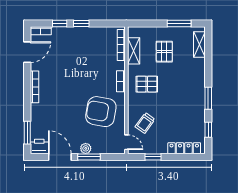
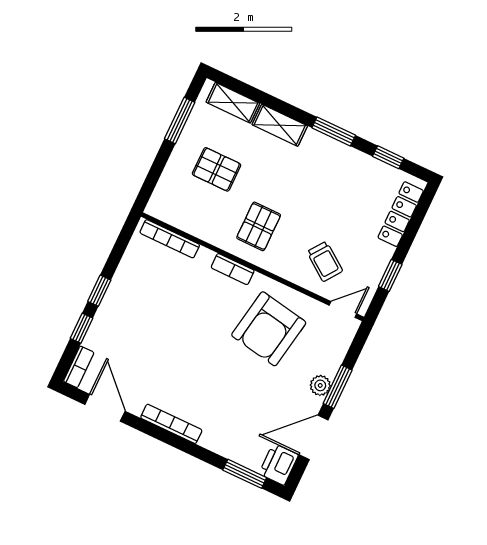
shelving: (134, 51) -> (280, 125), moved

